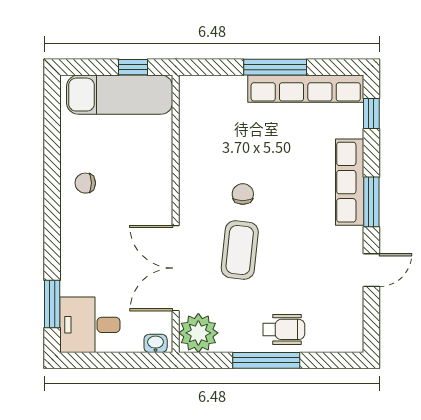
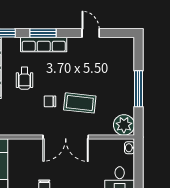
window: (371, 202) -> (43, 33), moved
double door: (176, 268) -> (66, 137), moved
wheelchair: (284, 329) -> (24, 78), moved, turned 180

